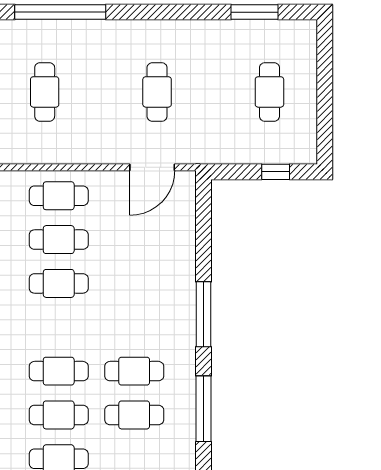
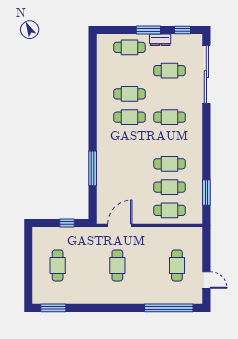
window: (255, 12) -> (53, 308), moved
window: (276, 172) -> (67, 223), moved
window: (204, 314) -> (93, 168), moved
window: (204, 409) -> (93, 97), removed
cafe table: (59, 415) -> (170, 94), removed

